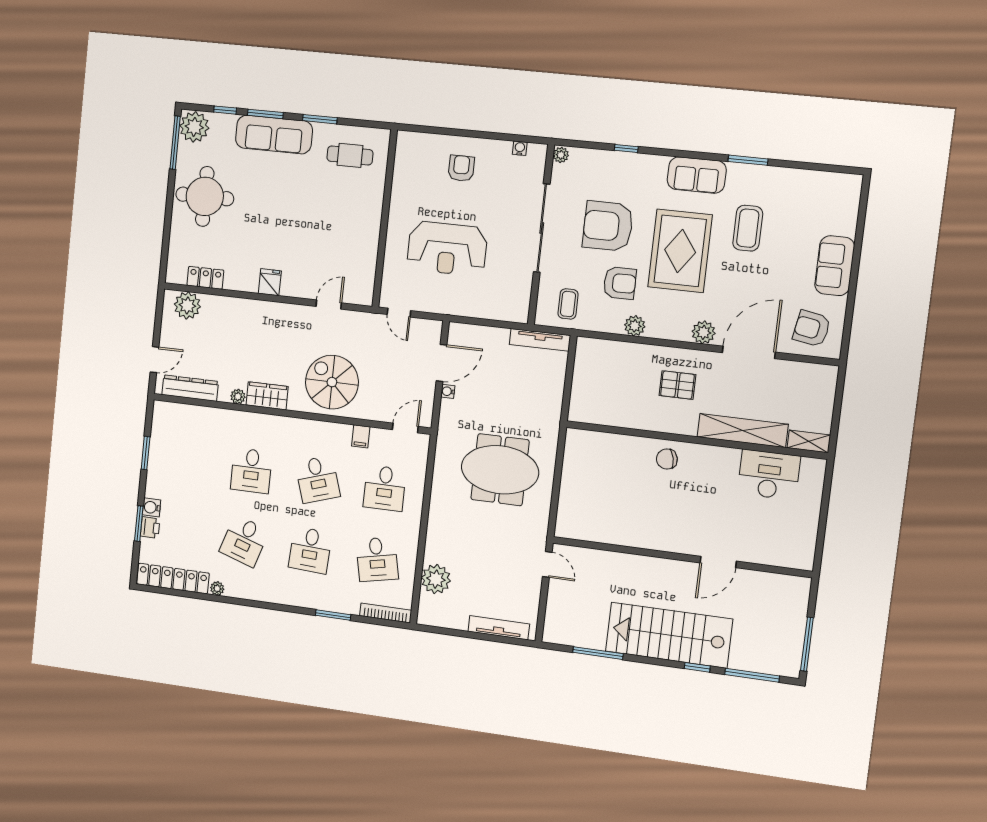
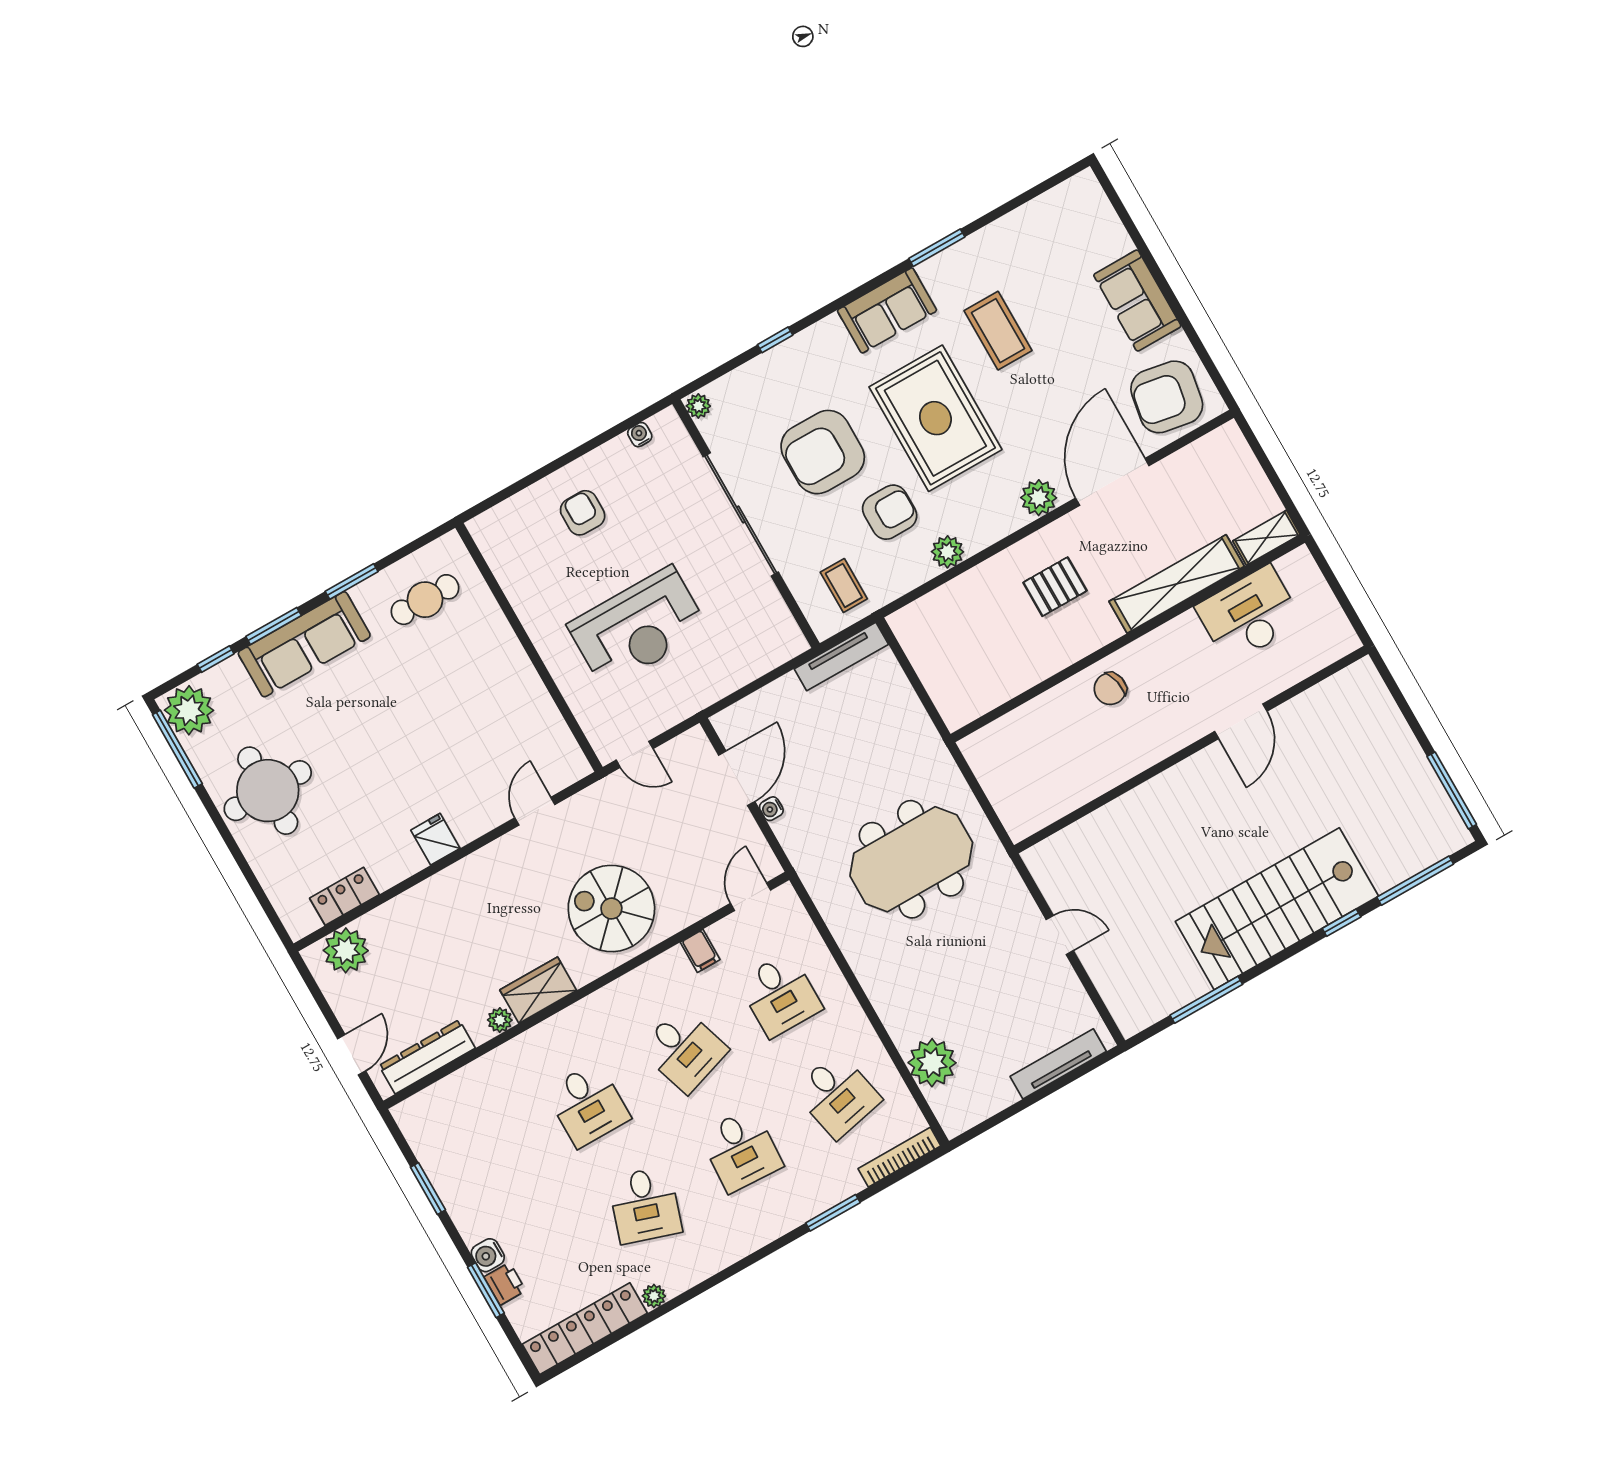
armchair: (812, 329) -> (1167, 397), width x1.36, depth x1.36
wall: (681, 557) -> (1191, 750), moved
door: (718, 562) -> (1241, 721), moved

